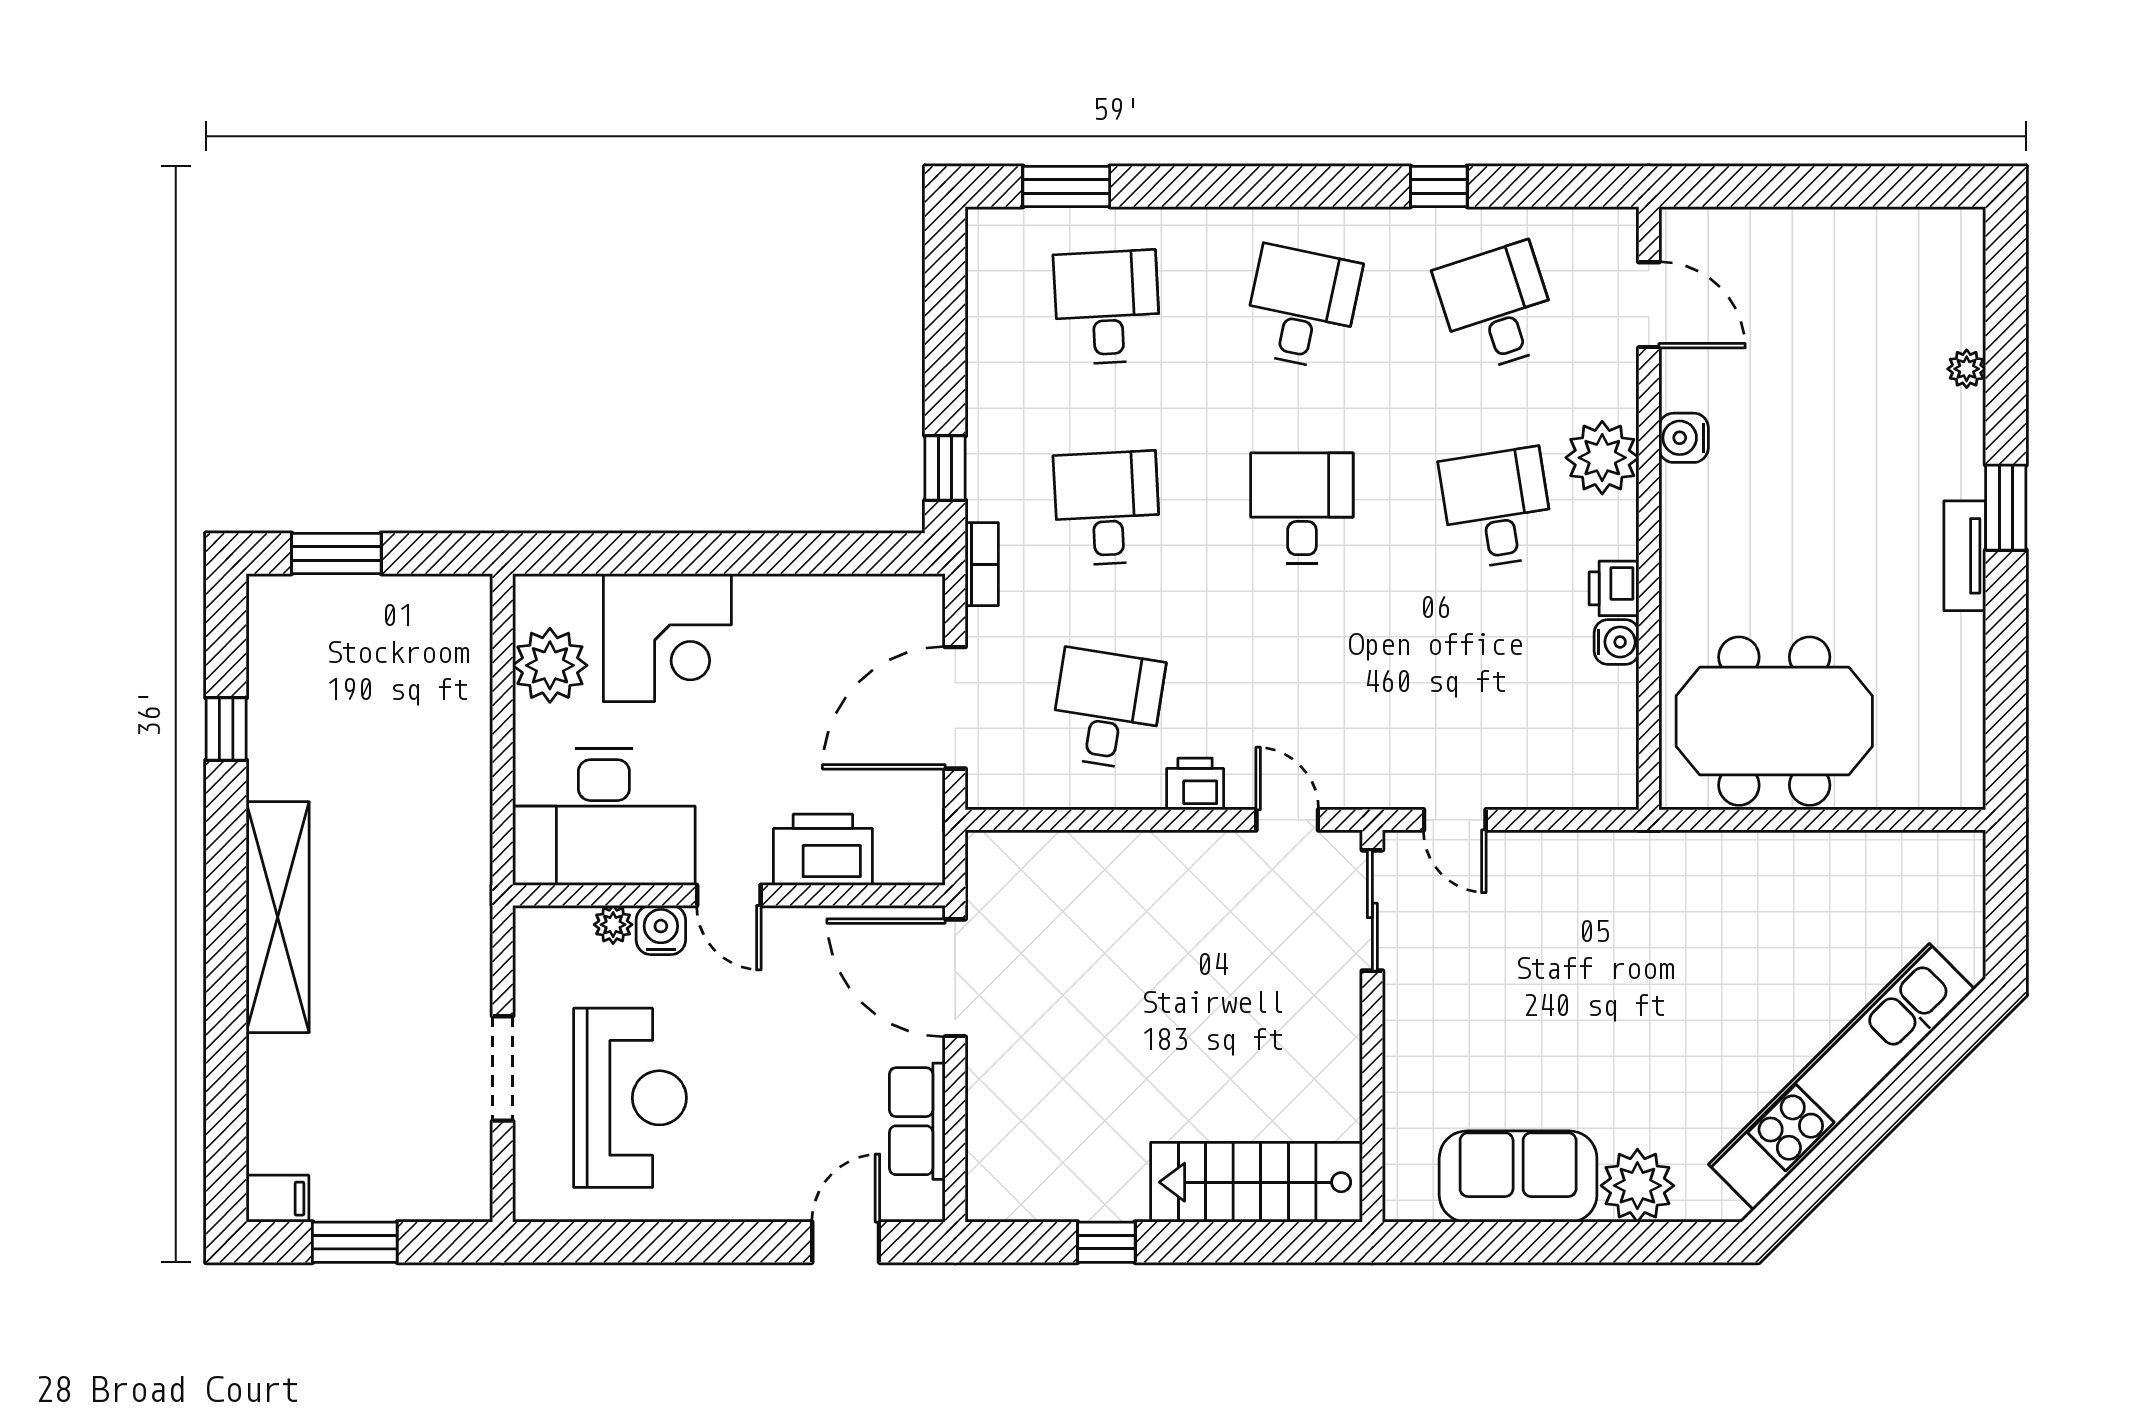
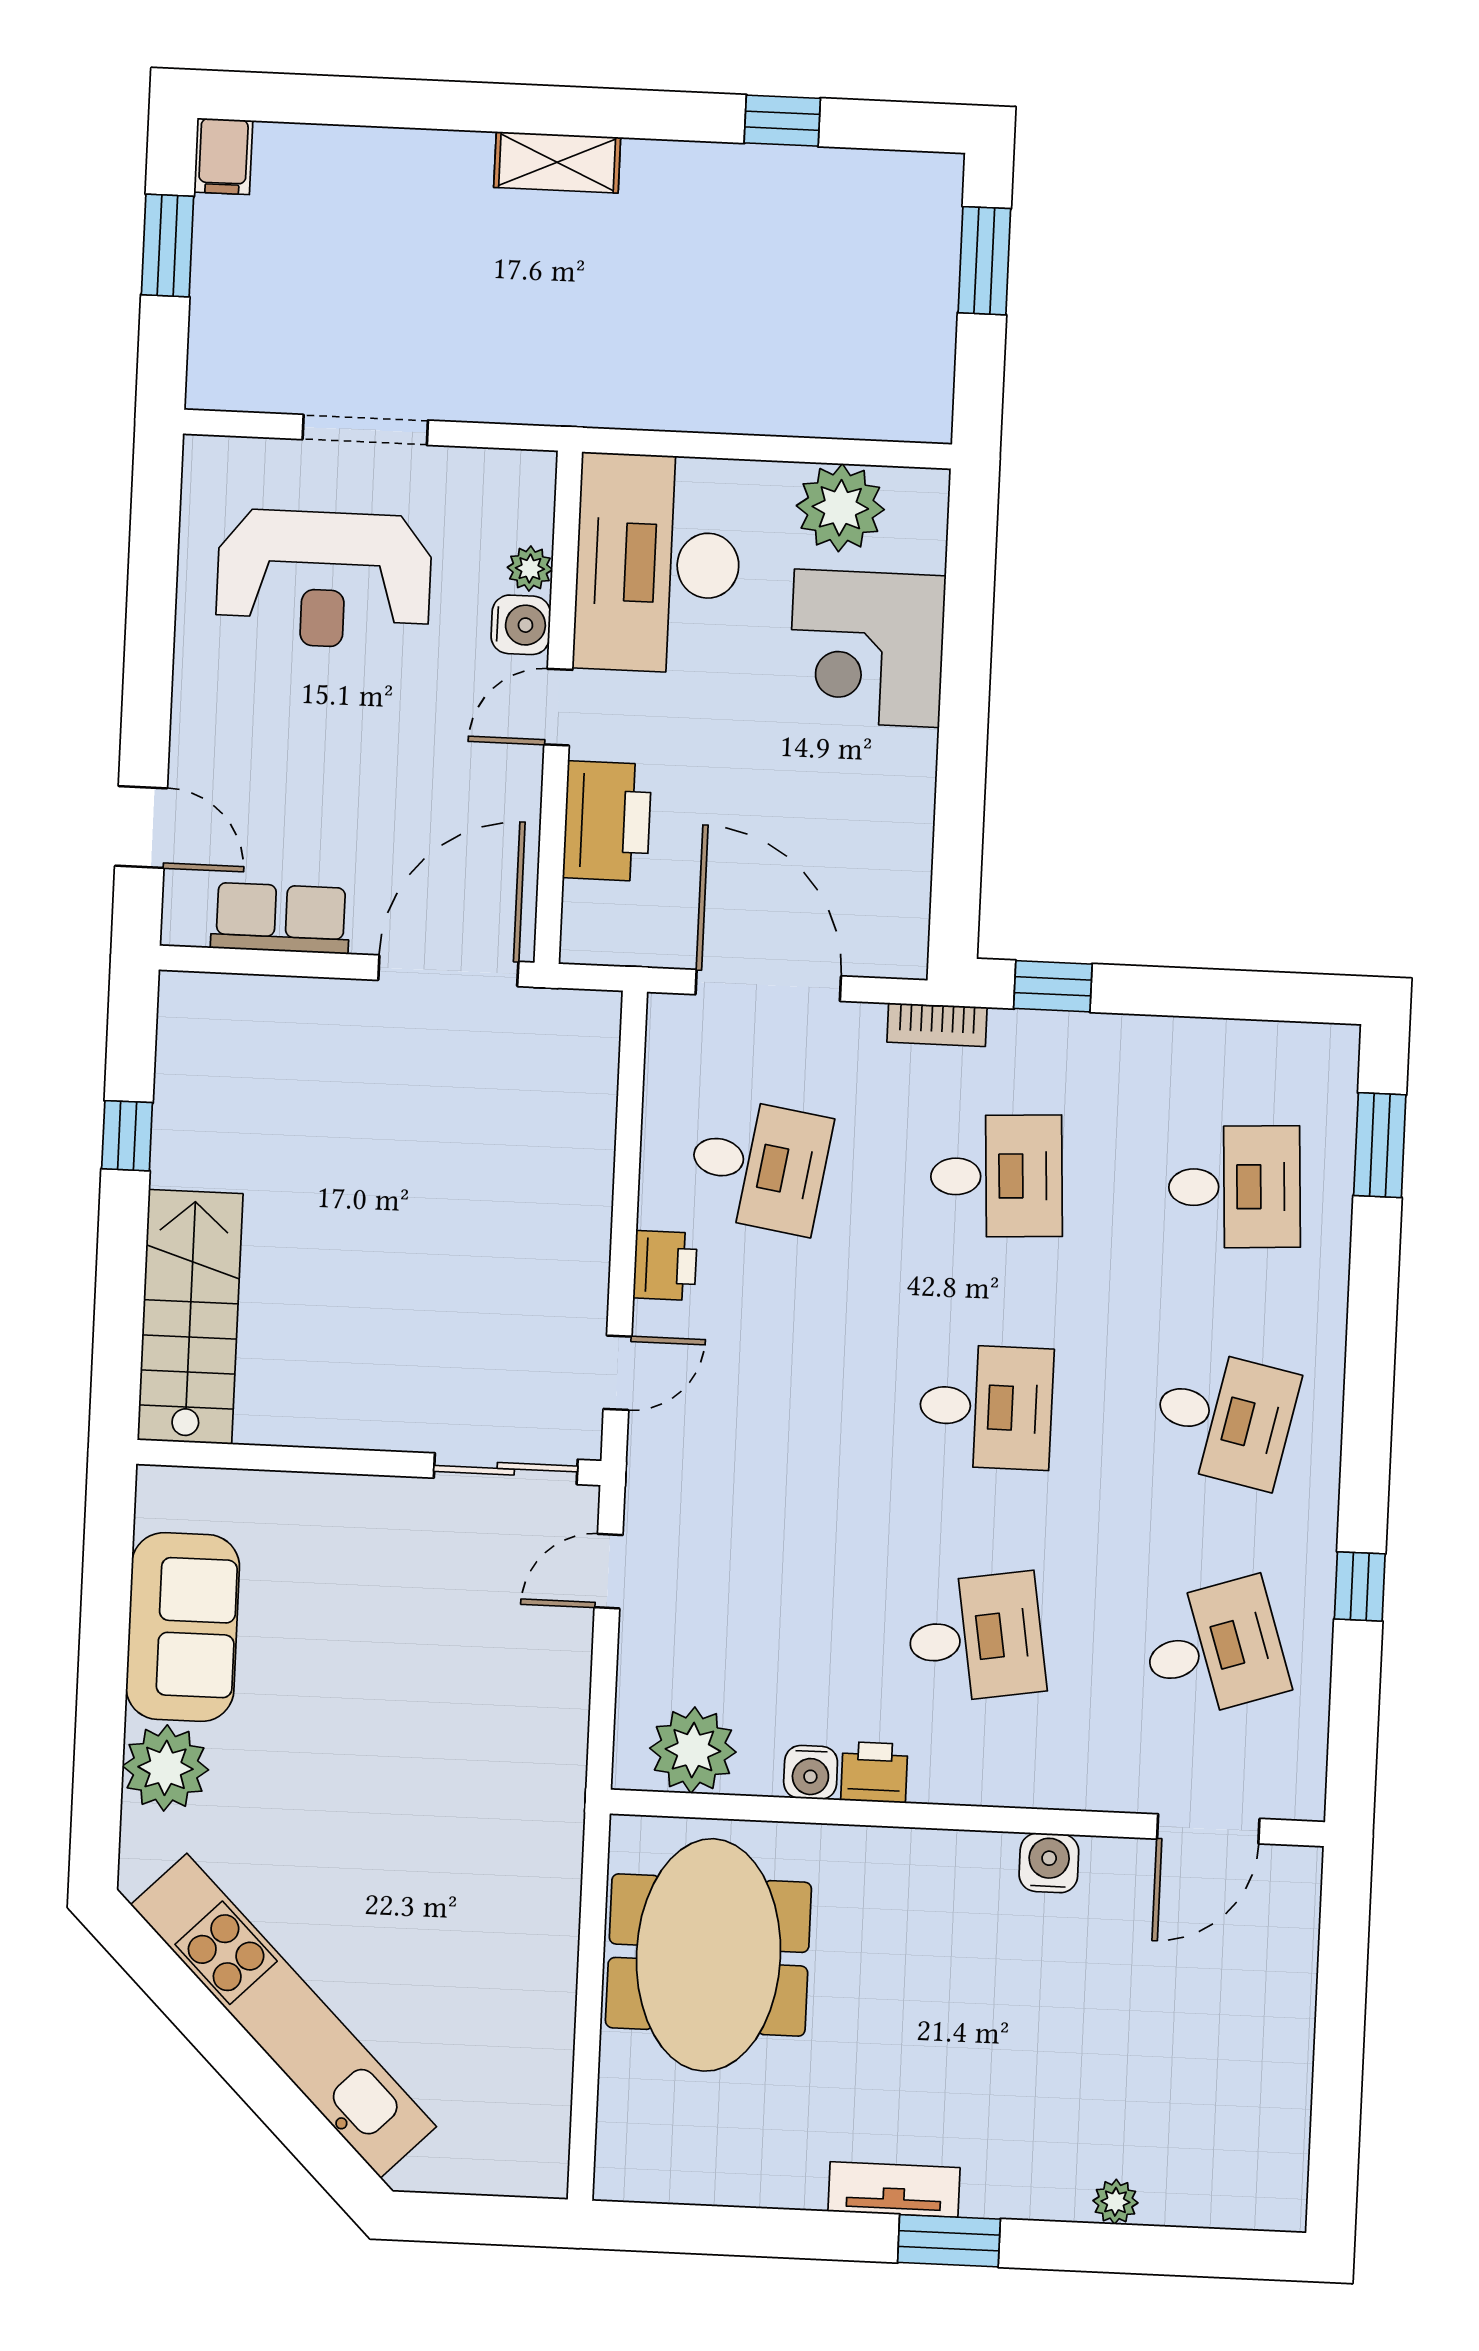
plant: (1602, 458) -> (693, 1750), moved
shelving: (278, 917) -> (557, 162), width x0.45, depth x0.75

